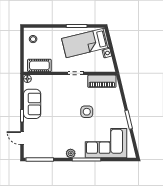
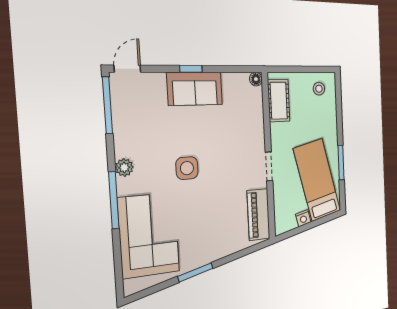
sofa: (32, 104) -> (195, 89), moved
side table: (87, 112) -> (187, 168), moved
door: (22, 138) -> (127, 69), moved

